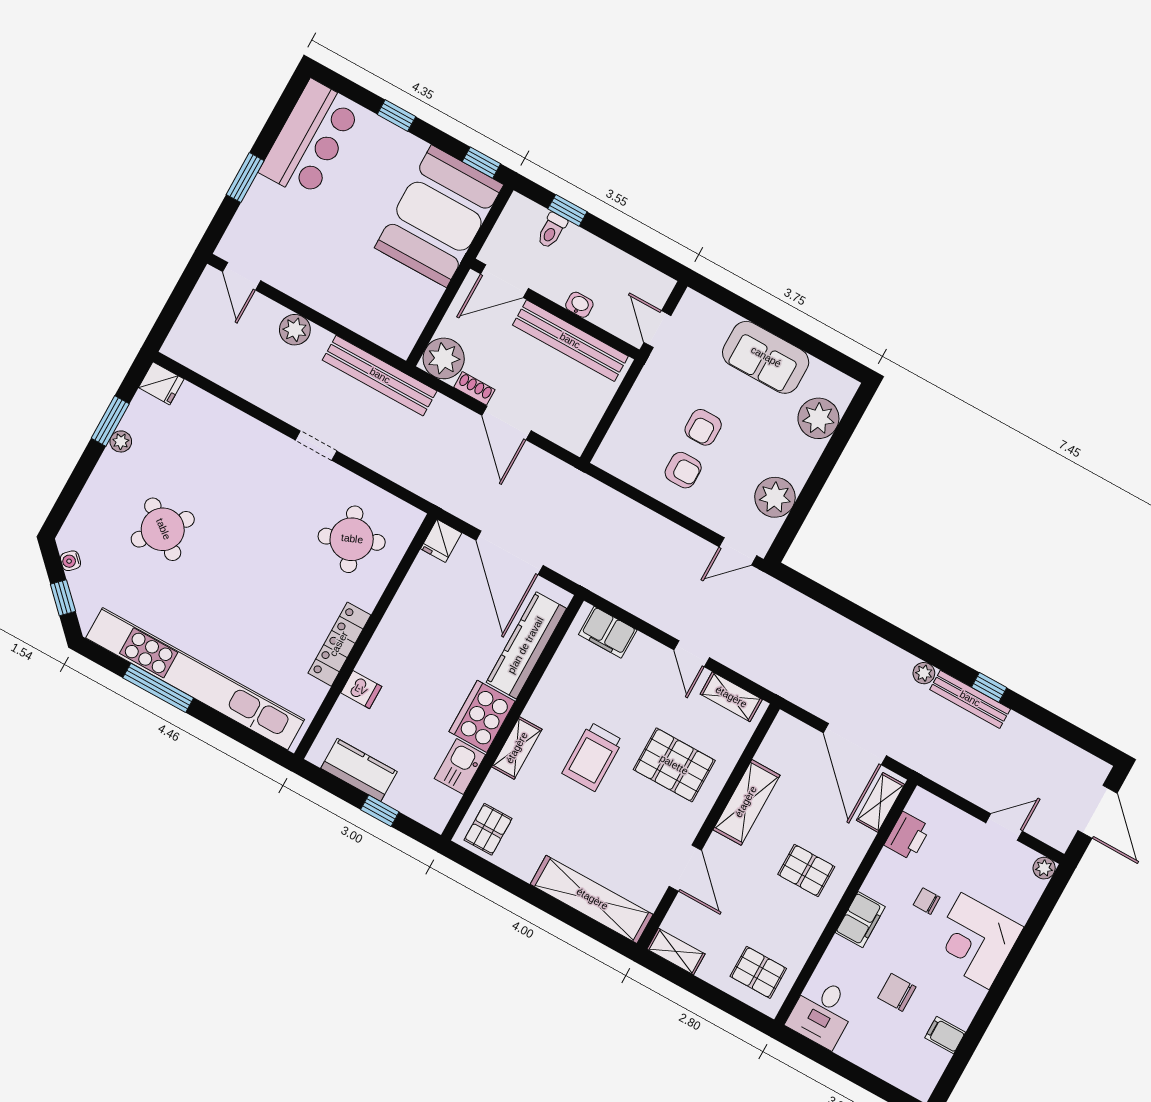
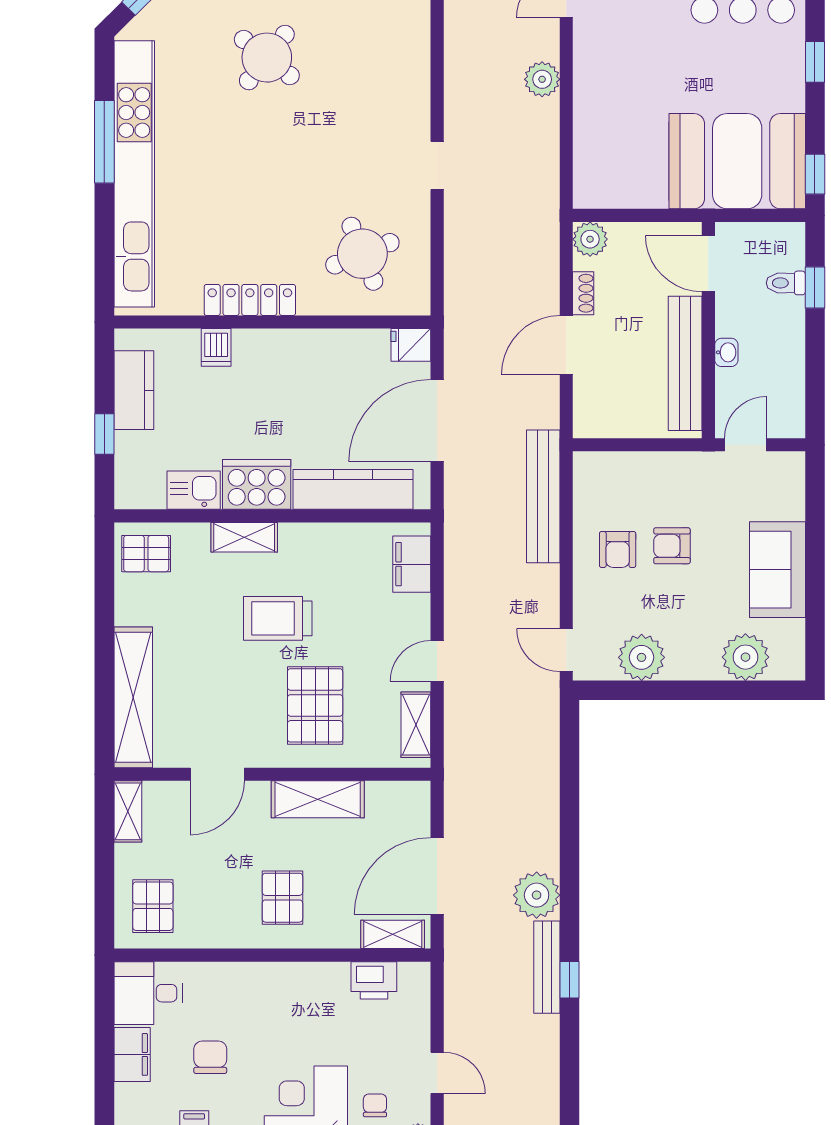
plant: (444, 358) -> (590, 239), width x0.73, depth x0.73
bench: (380, 376) -> (543, 496), moved
plant: (924, 673) -> (537, 895), width x1.88, depth x1.88
chair: (927, 901) -> (375, 1105), moved
filing cabinet: (860, 920) -> (132, 1054), moved, turned -90

